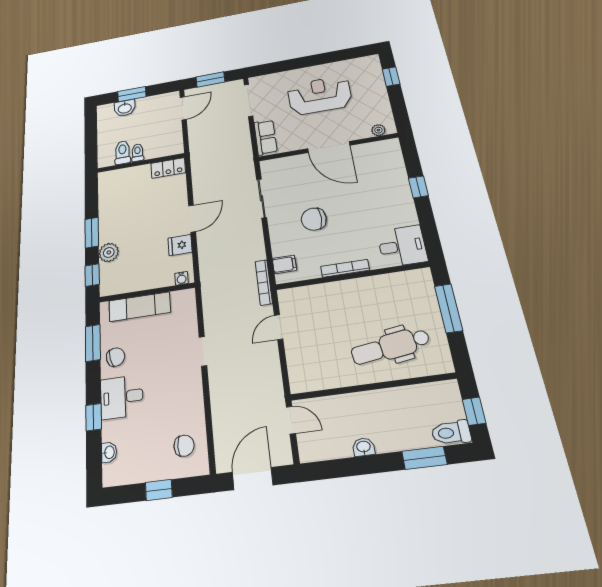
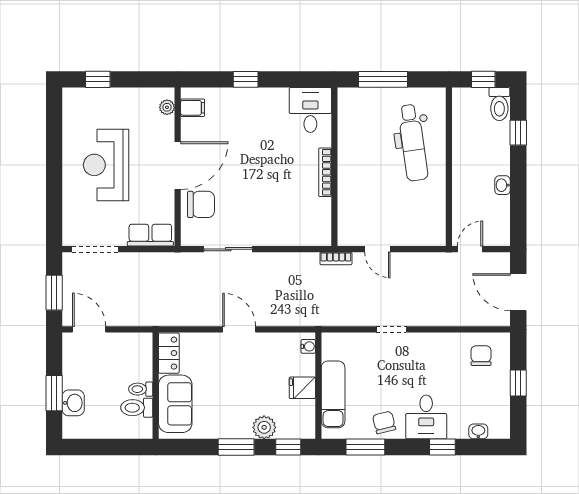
sofa: (127, 180) -> (175, 404), added
chair: (314, 219) -> (201, 204), moved, turned -90
fridge: (180, 245) -> (302, 388), moved, turned 90
filing cabinet: (284, 264) -> (193, 108), moved, turned 90
bookcase: (264, 282) -> (336, 258), width x0.64
window: (424, 458) -> (518, 133), width x0.67

